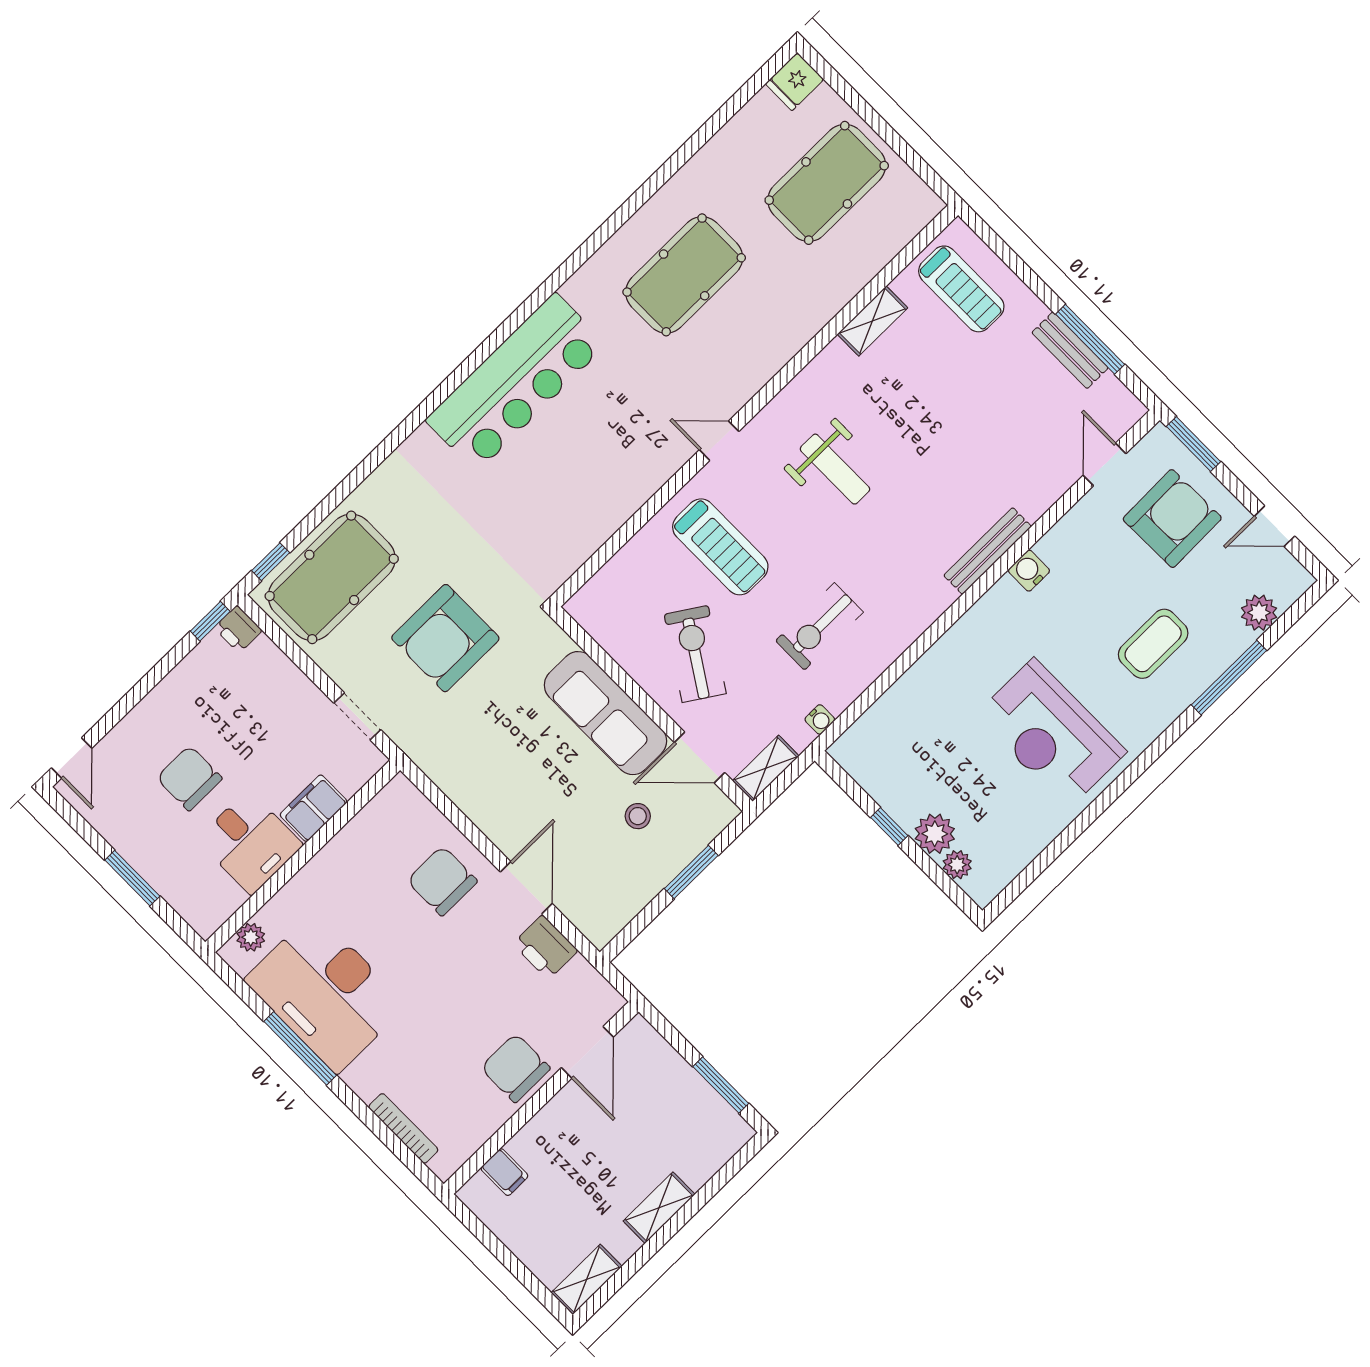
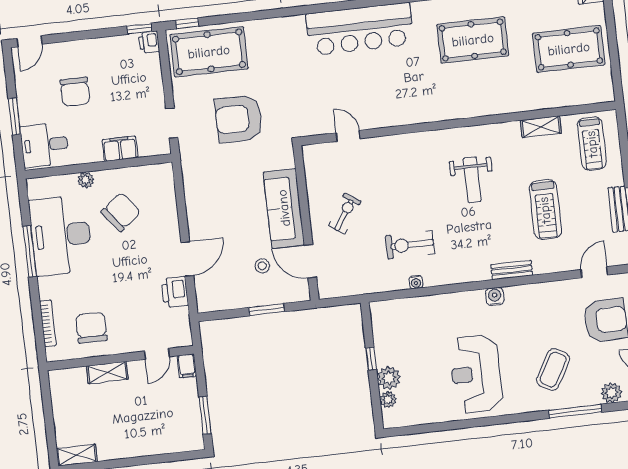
door: (719, 441) -> (348, 136), moved
treadmill: (720, 547) -> (545, 210), moved
bench: (988, 551) -> (512, 270), width x0.73
water cooler: (1029, 571) -> (495, 296), moved
coffee table: (1153, 644) -> (553, 370), turned -60
exercise bike: (695, 654) -> (345, 213), width x0.73, depth x0.72
water cooler: (820, 719) -> (416, 282), moved
shelving: (766, 768) -> (336, 289), removed
chair: (189, 778) -> (75, 92), turned 180
desk: (250, 842) -> (45, 145), moved, turned 90
chair: (442, 881) -> (121, 212), moved, turned 52
plant: (251, 937) -> (86, 180), moved
door: (587, 1052) -> (157, 354), width x0.73
chair: (515, 1068) -> (91, 328), moved
filing cabinet: (504, 1172) -> (187, 366), moved
shelving: (659, 1208) -> (107, 372), moved

